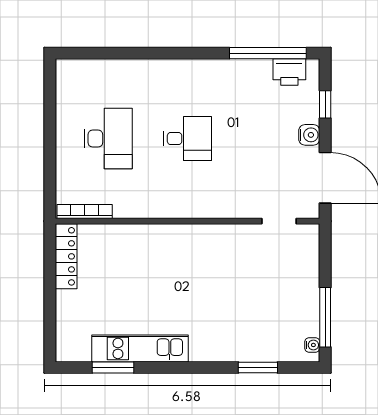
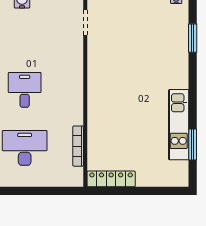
bookcase: (85, 211) -> (78, 146), moved

